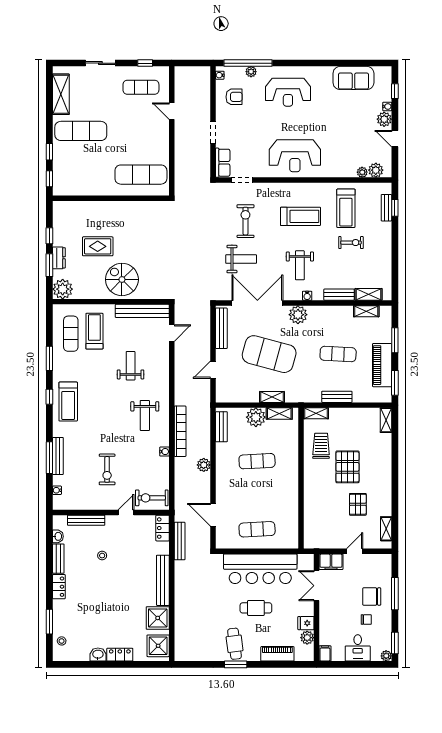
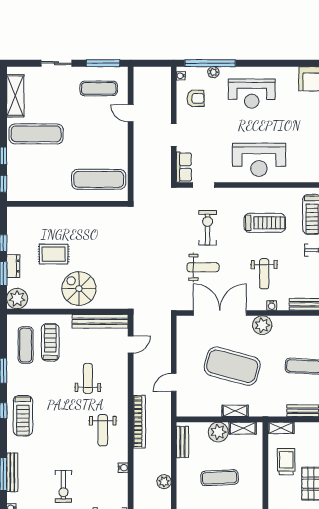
window: (145, 63) -> (103, 63), width x2.17
bench: (221, 328) -> (182, 339), removed
bookcase: (180, 431) -> (139, 422), moved

